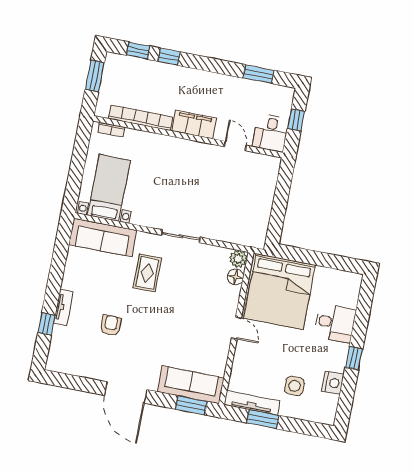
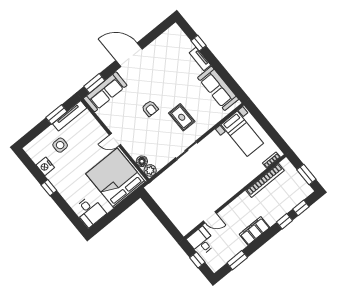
filing cabinet: (194, 124) -> (254, 231), moved, turned 180
sofa: (103, 237) -> (218, 88), moved, turned -90
desk: (335, 323) -> (90, 211), moved, turned -90
armchair: (111, 325) -> (150, 108), moved

